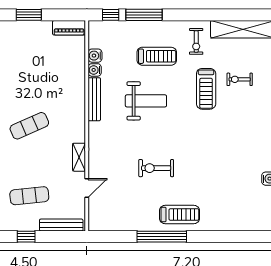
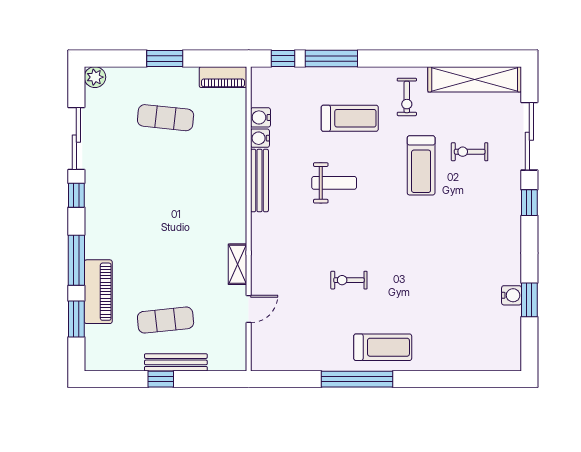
weight bench: (146, 101) -> (334, 183), width x0.73, depth x0.75
exercise mat: (29, 126) -> (166, 118), moved, turned 30
exercise bike: (156, 168) -> (349, 280), width x0.73, depth x0.72
bench: (61, 225) -> (176, 362), moved

